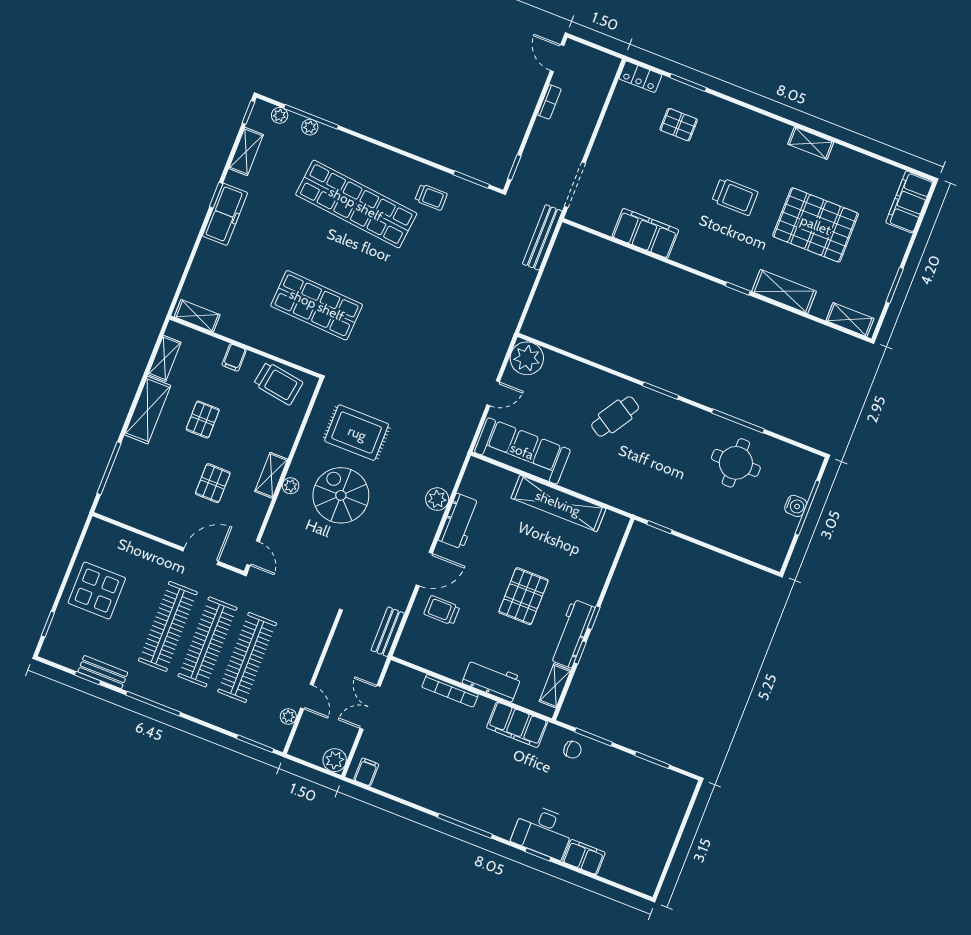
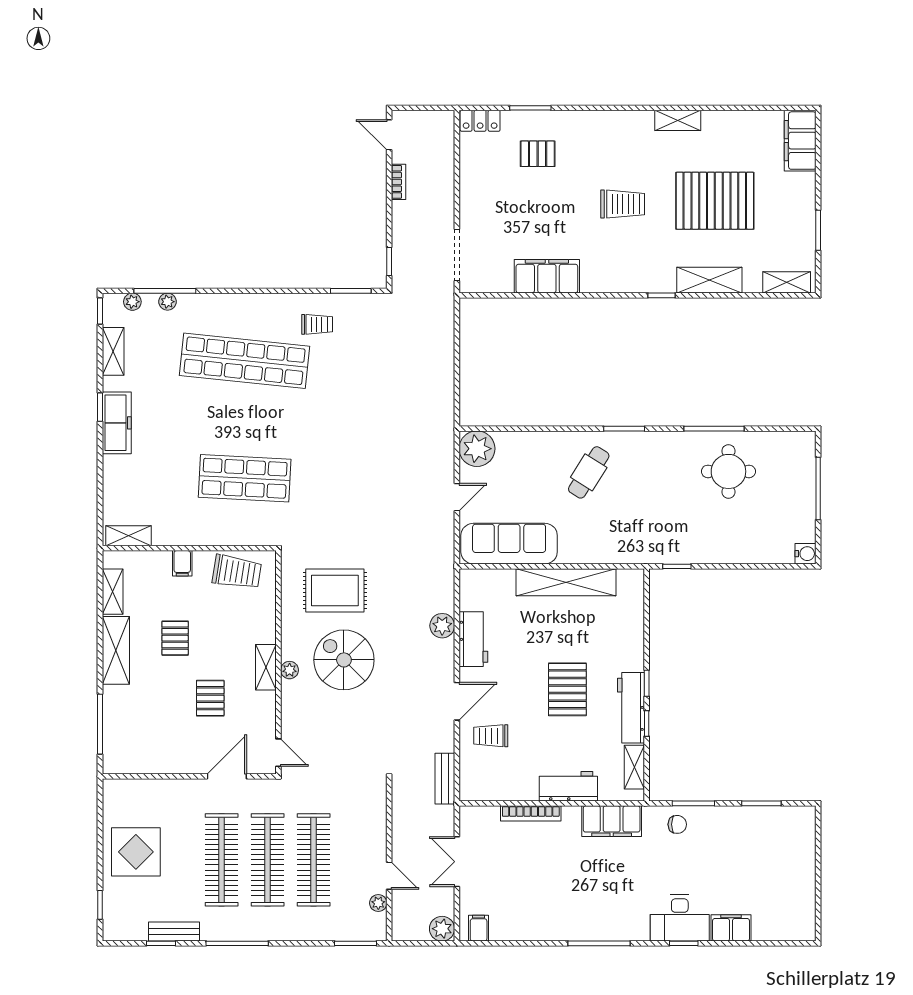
bench: (542, 237) -> (445, 321), removed
water cooler: (796, 506) -> (806, 554), moved

